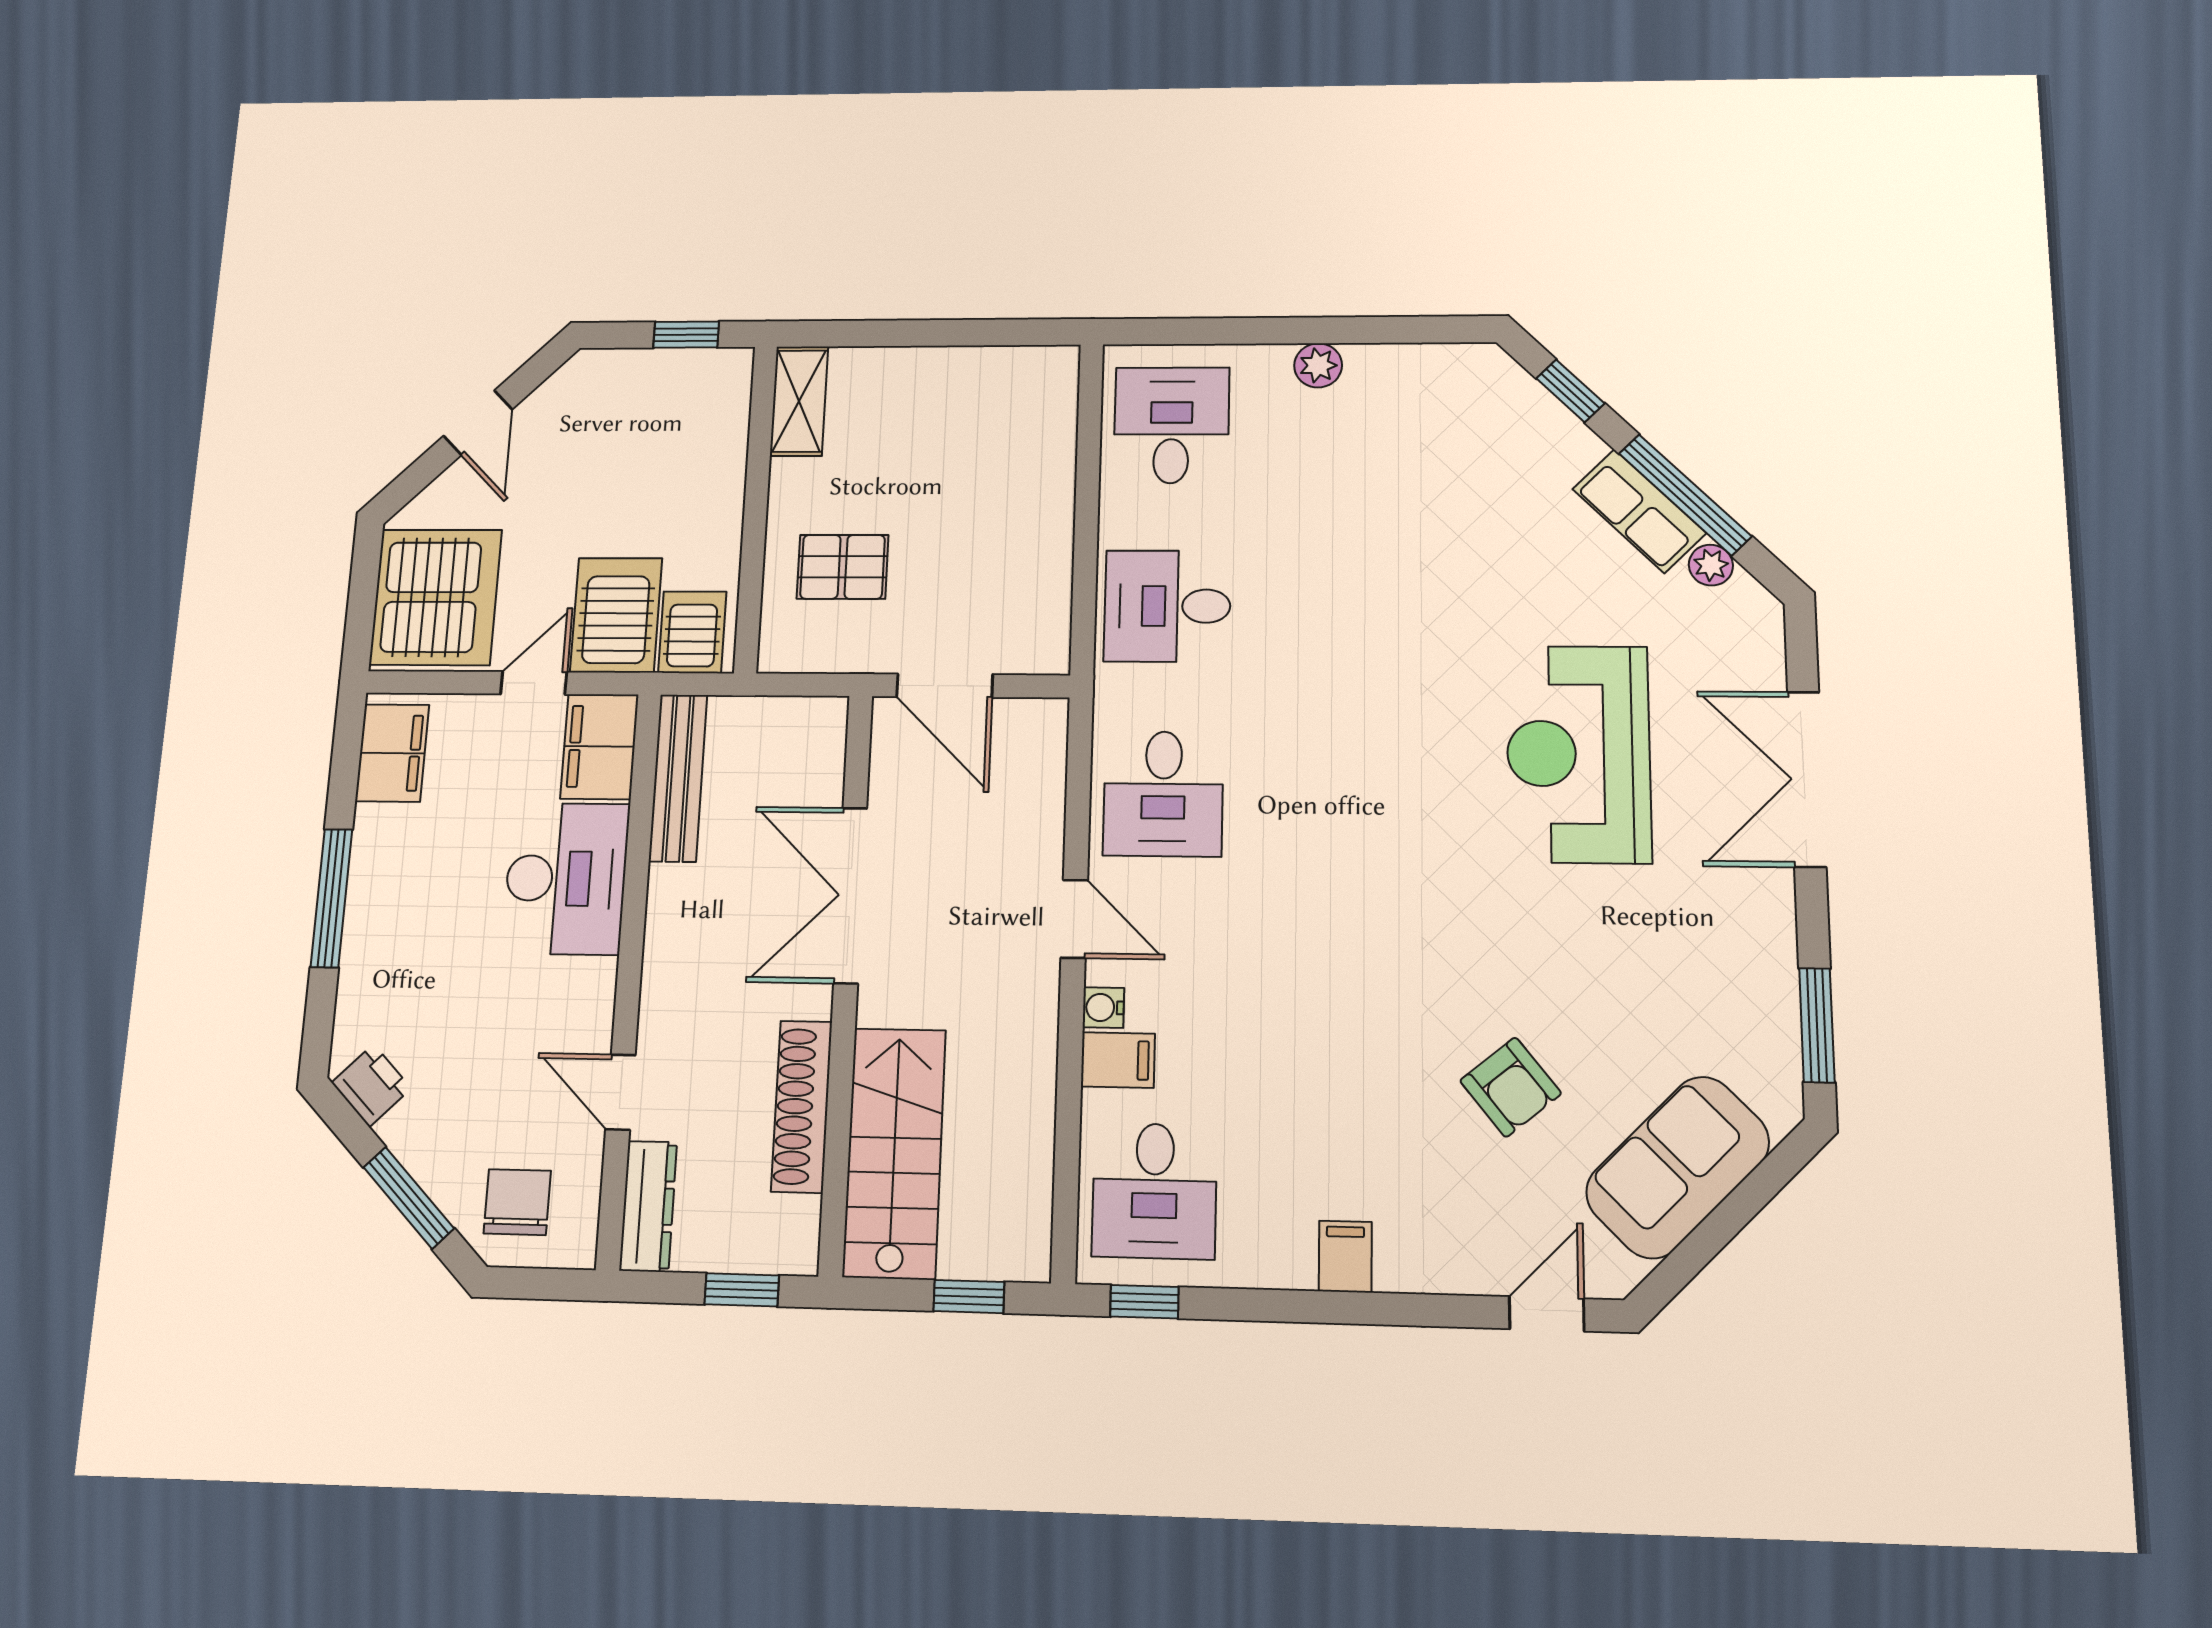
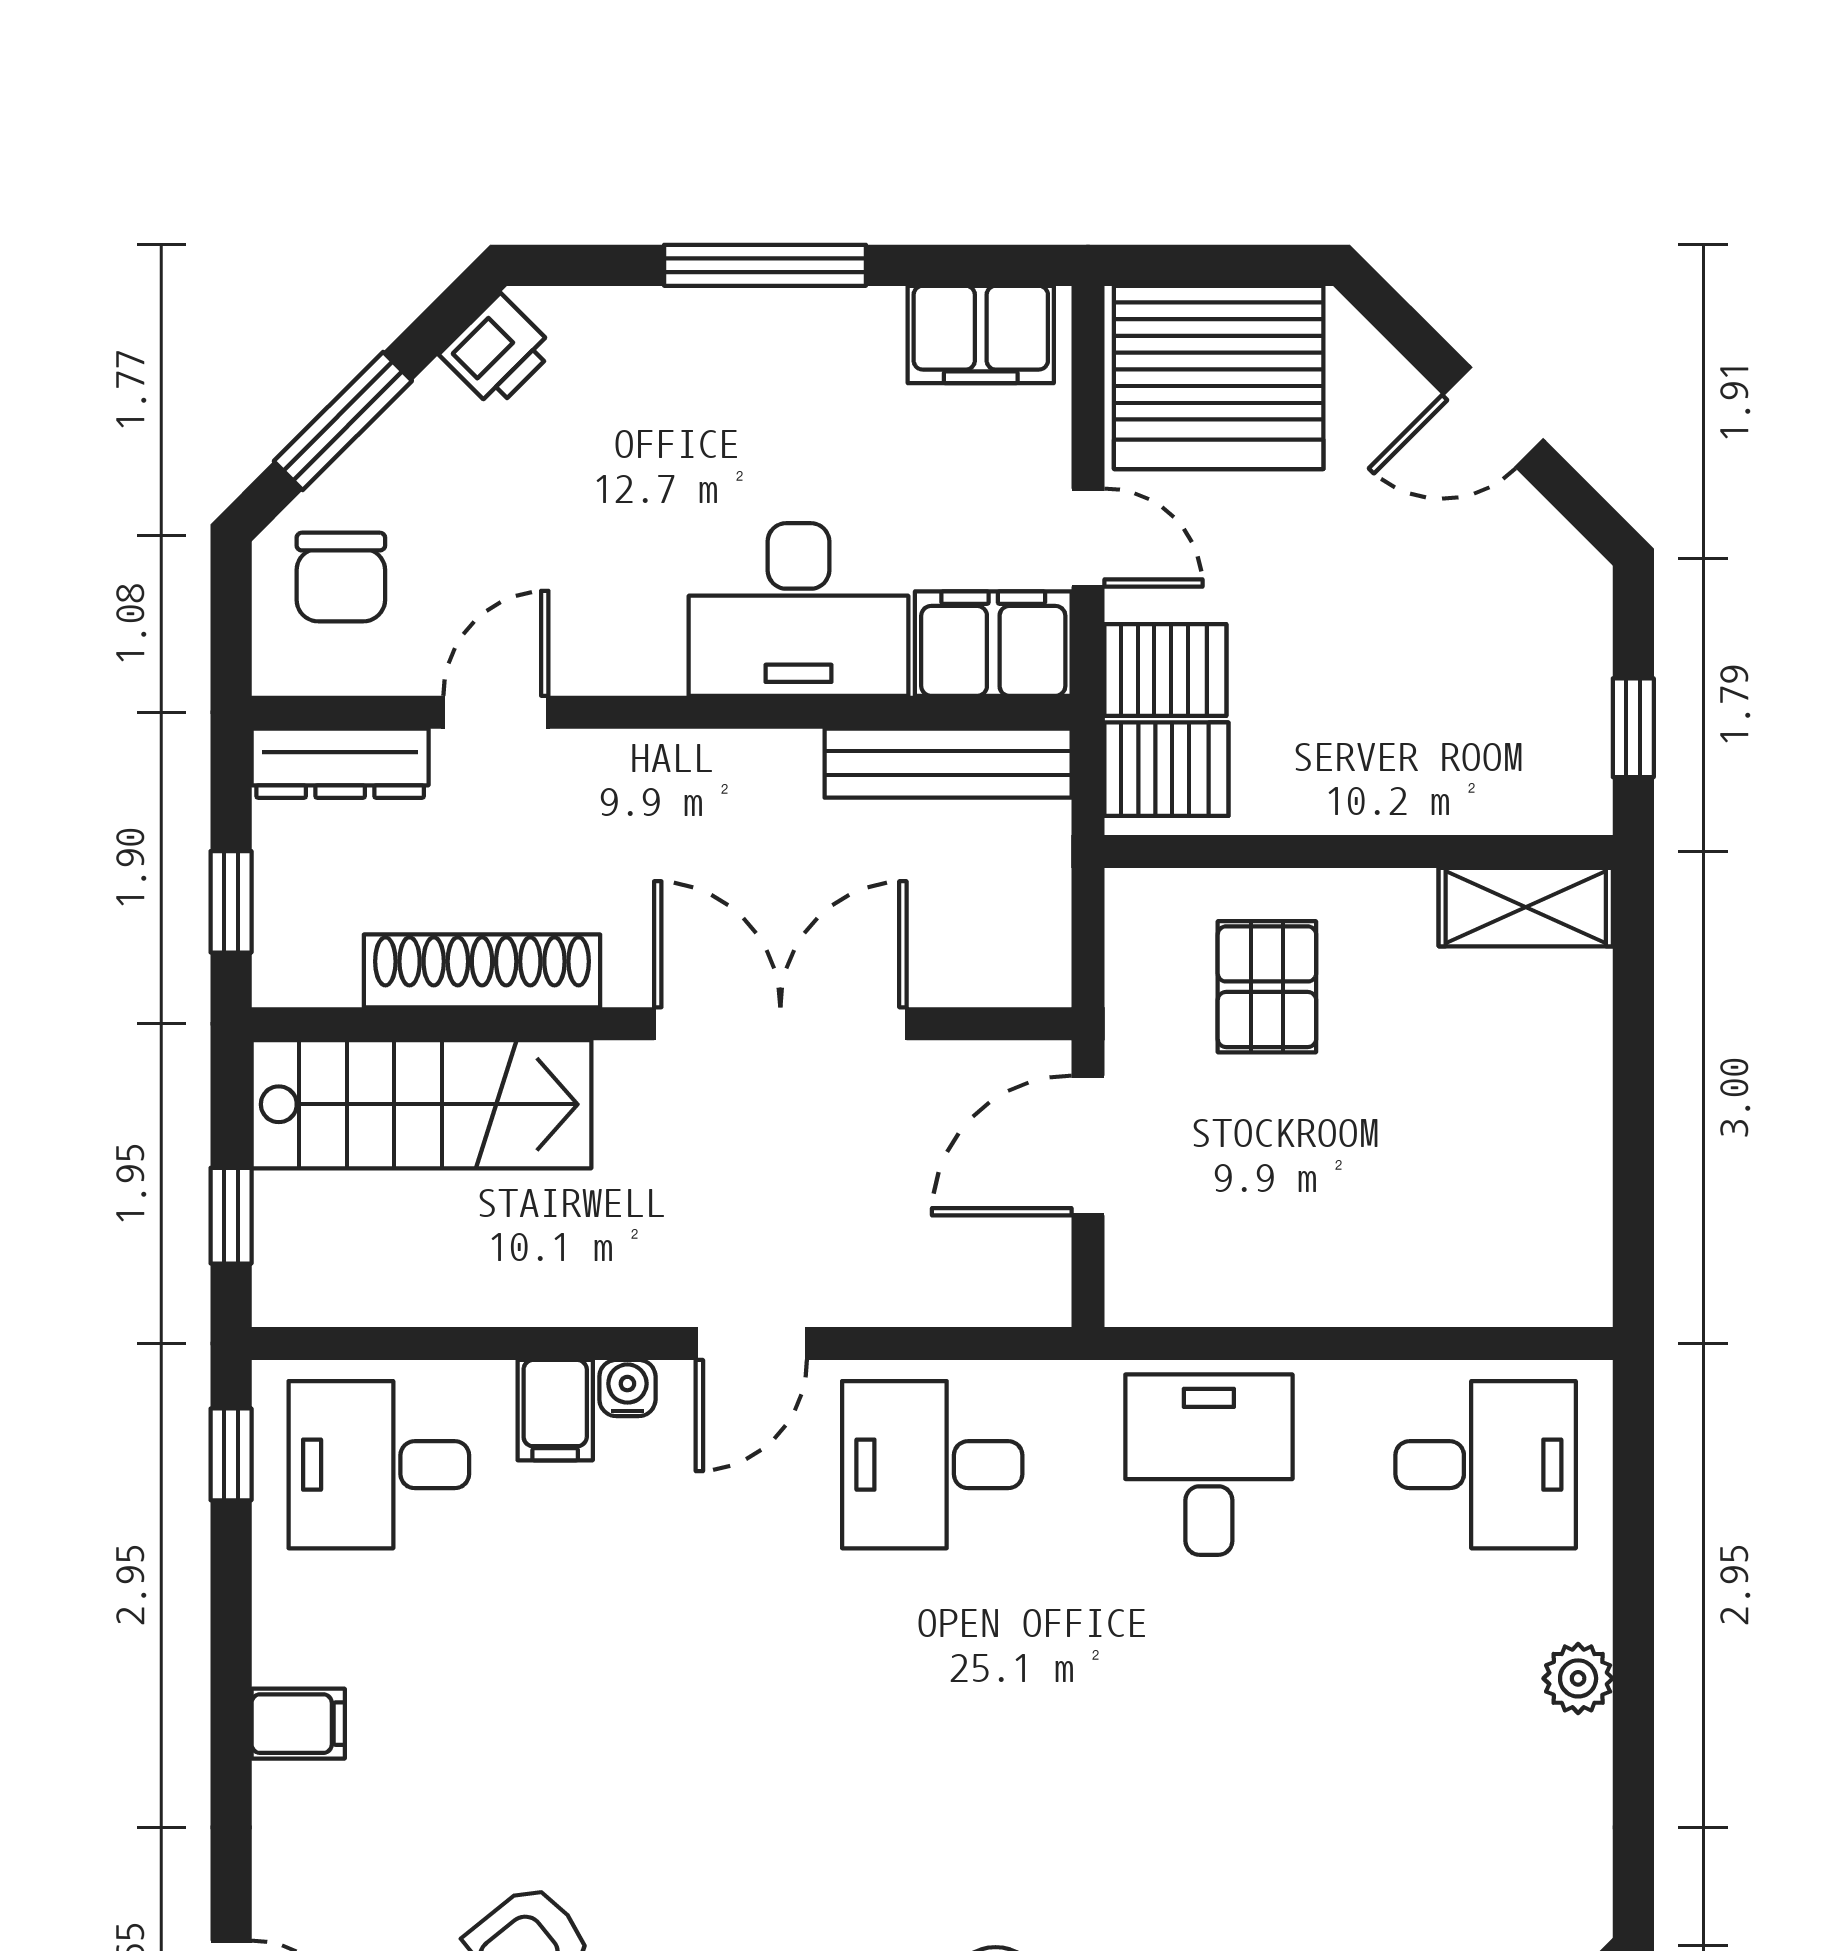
server rack: (616, 615) -> (1165, 670), width x0.73, depth x0.70
chair: (517, 1202) -> (341, 577), turned 90

